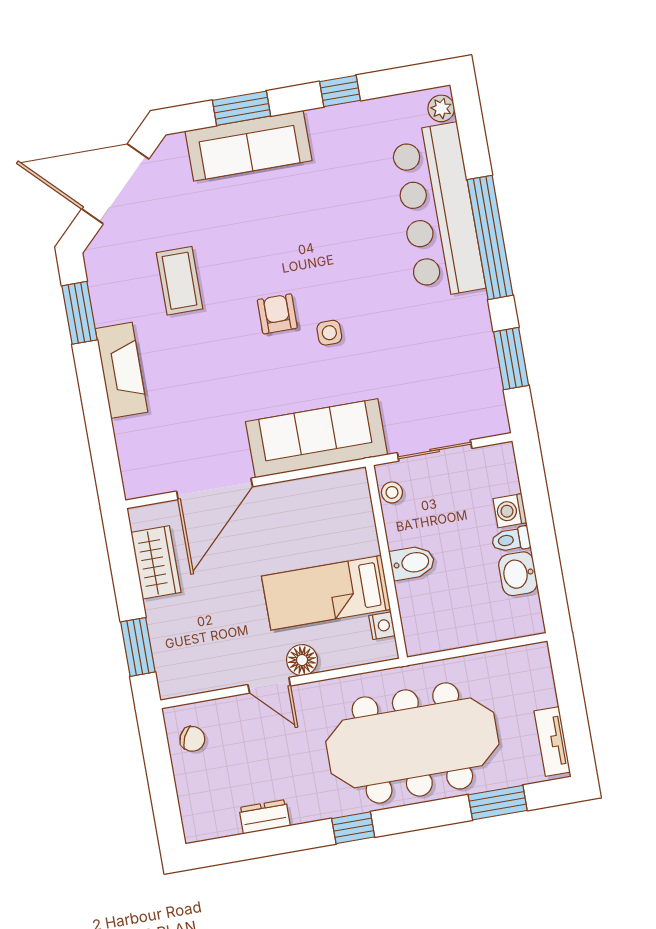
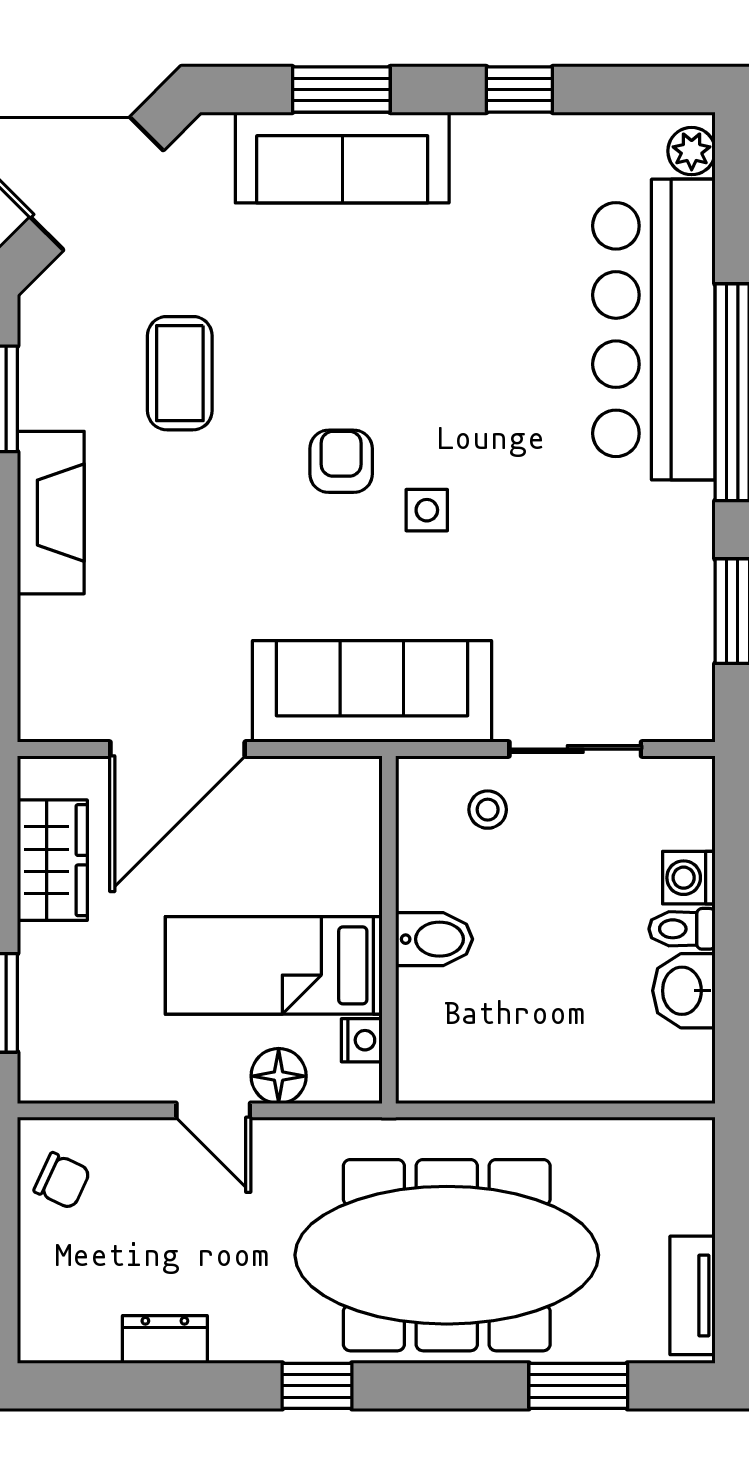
wall: (386, 562) -> (389, 930), moved
bidet: (412, 563) -> (434, 939), moved
bed: (326, 593) -> (274, 965), moved
nightstand: (382, 626) -> (362, 1040), moved

